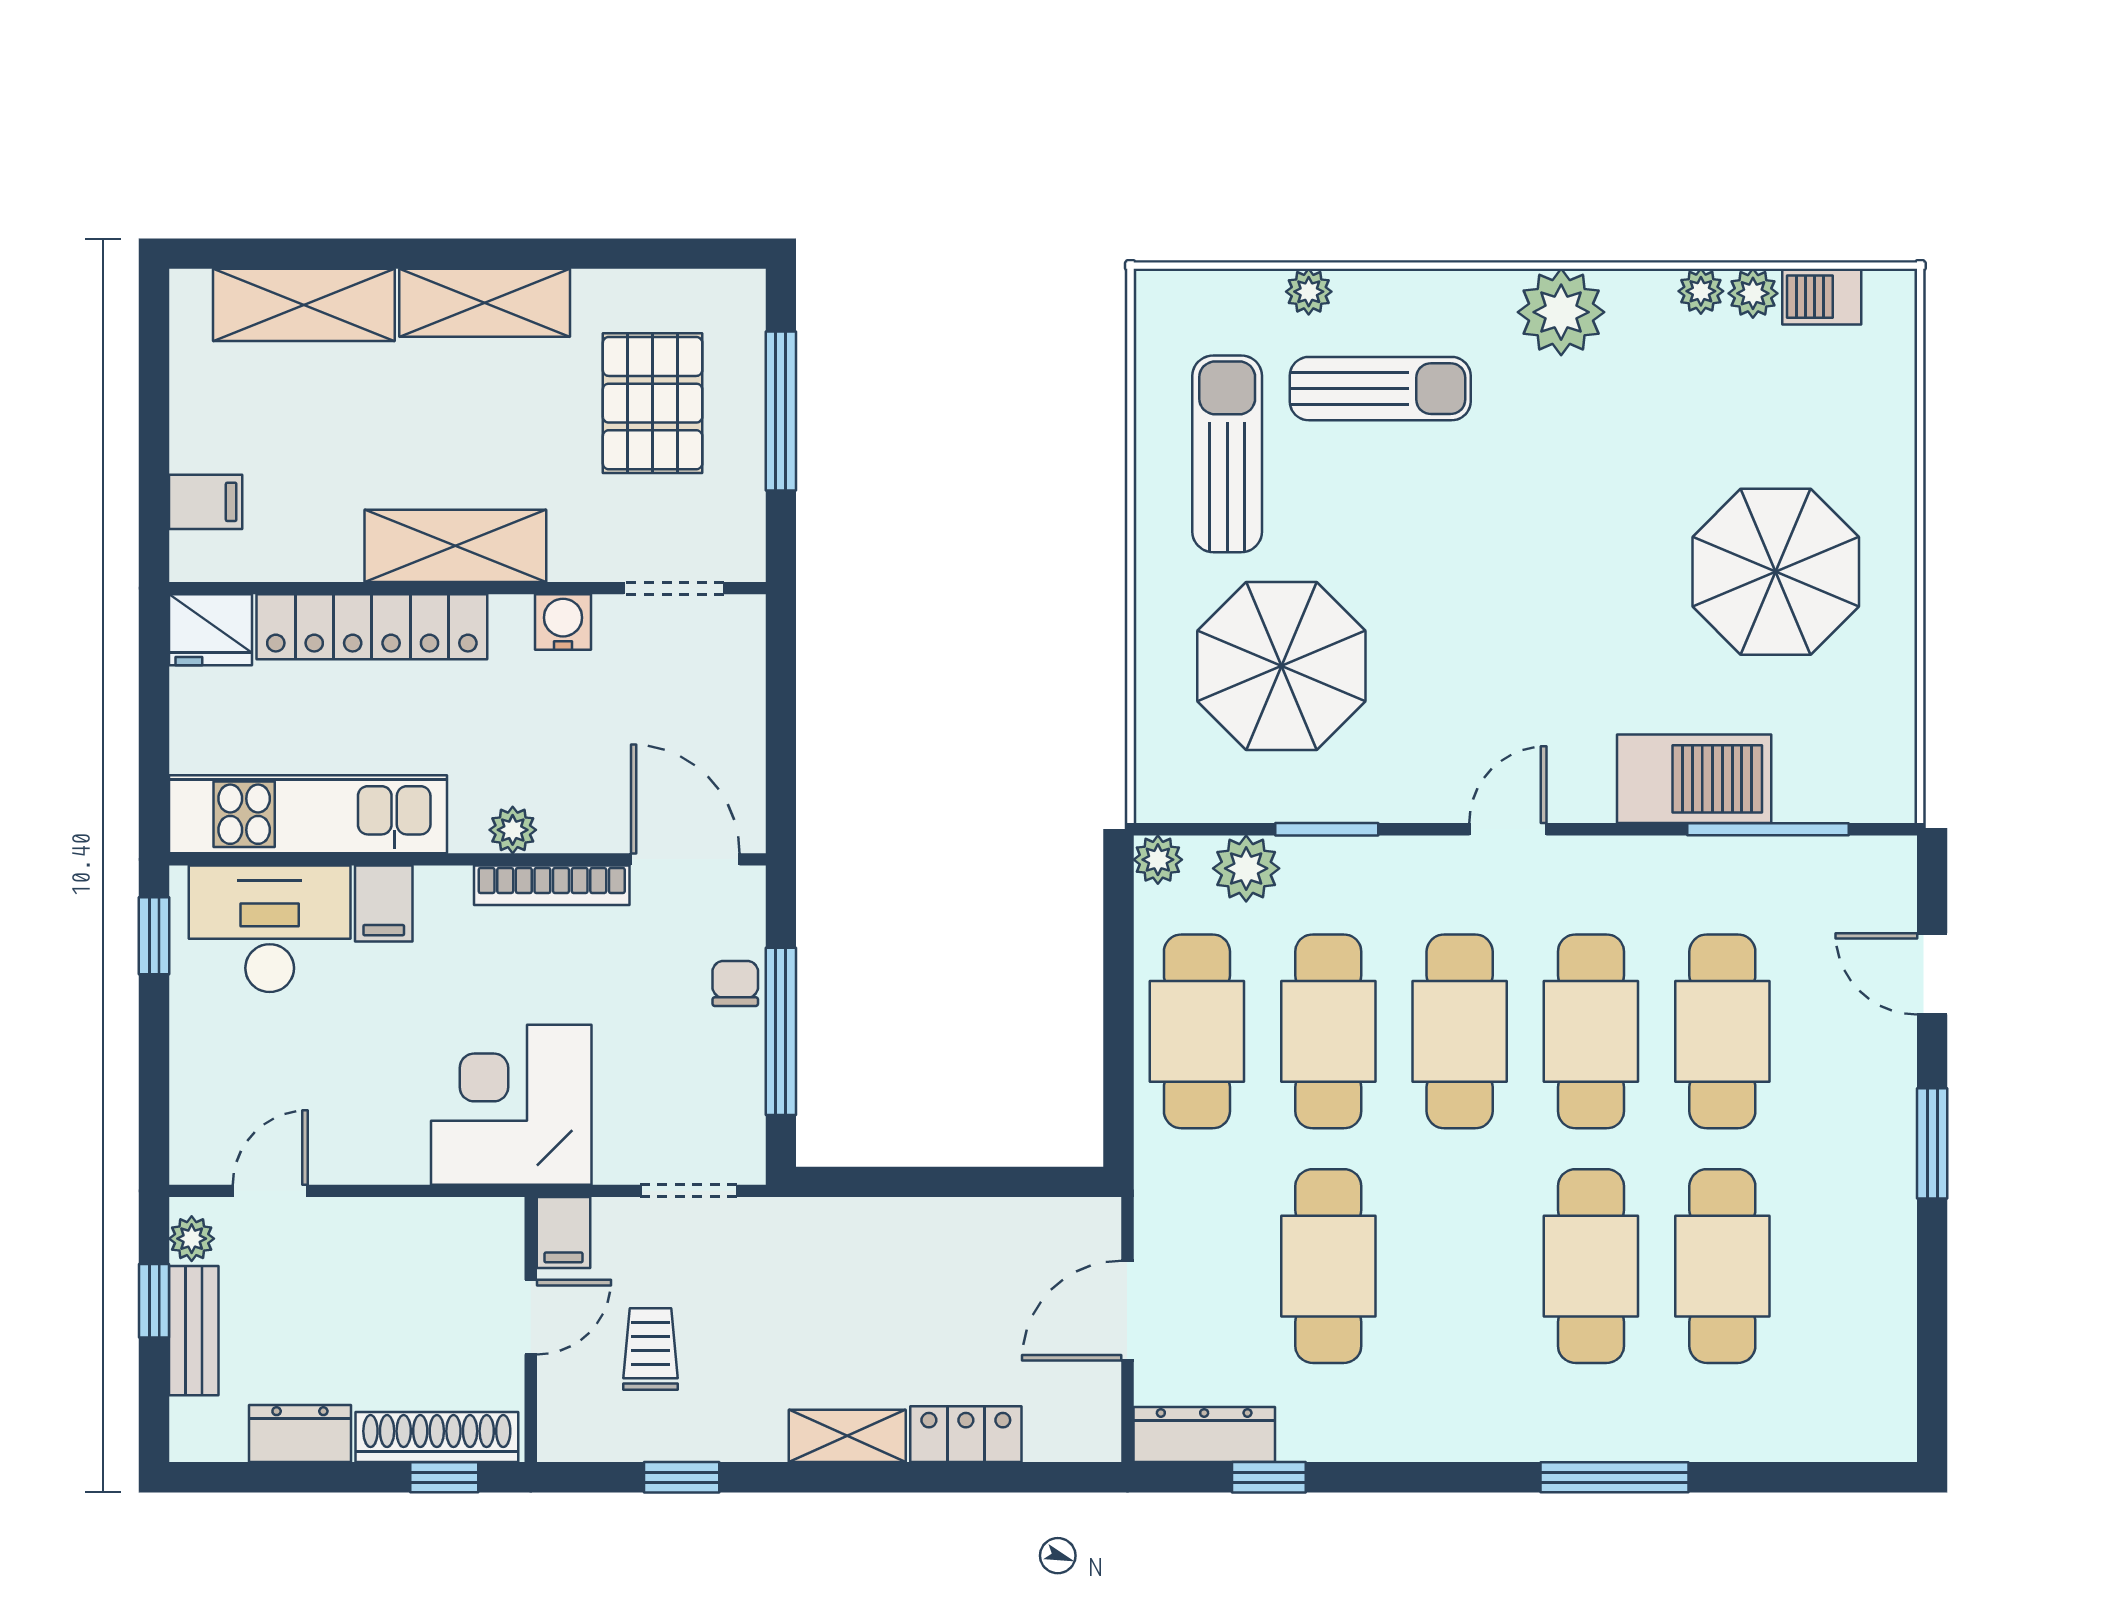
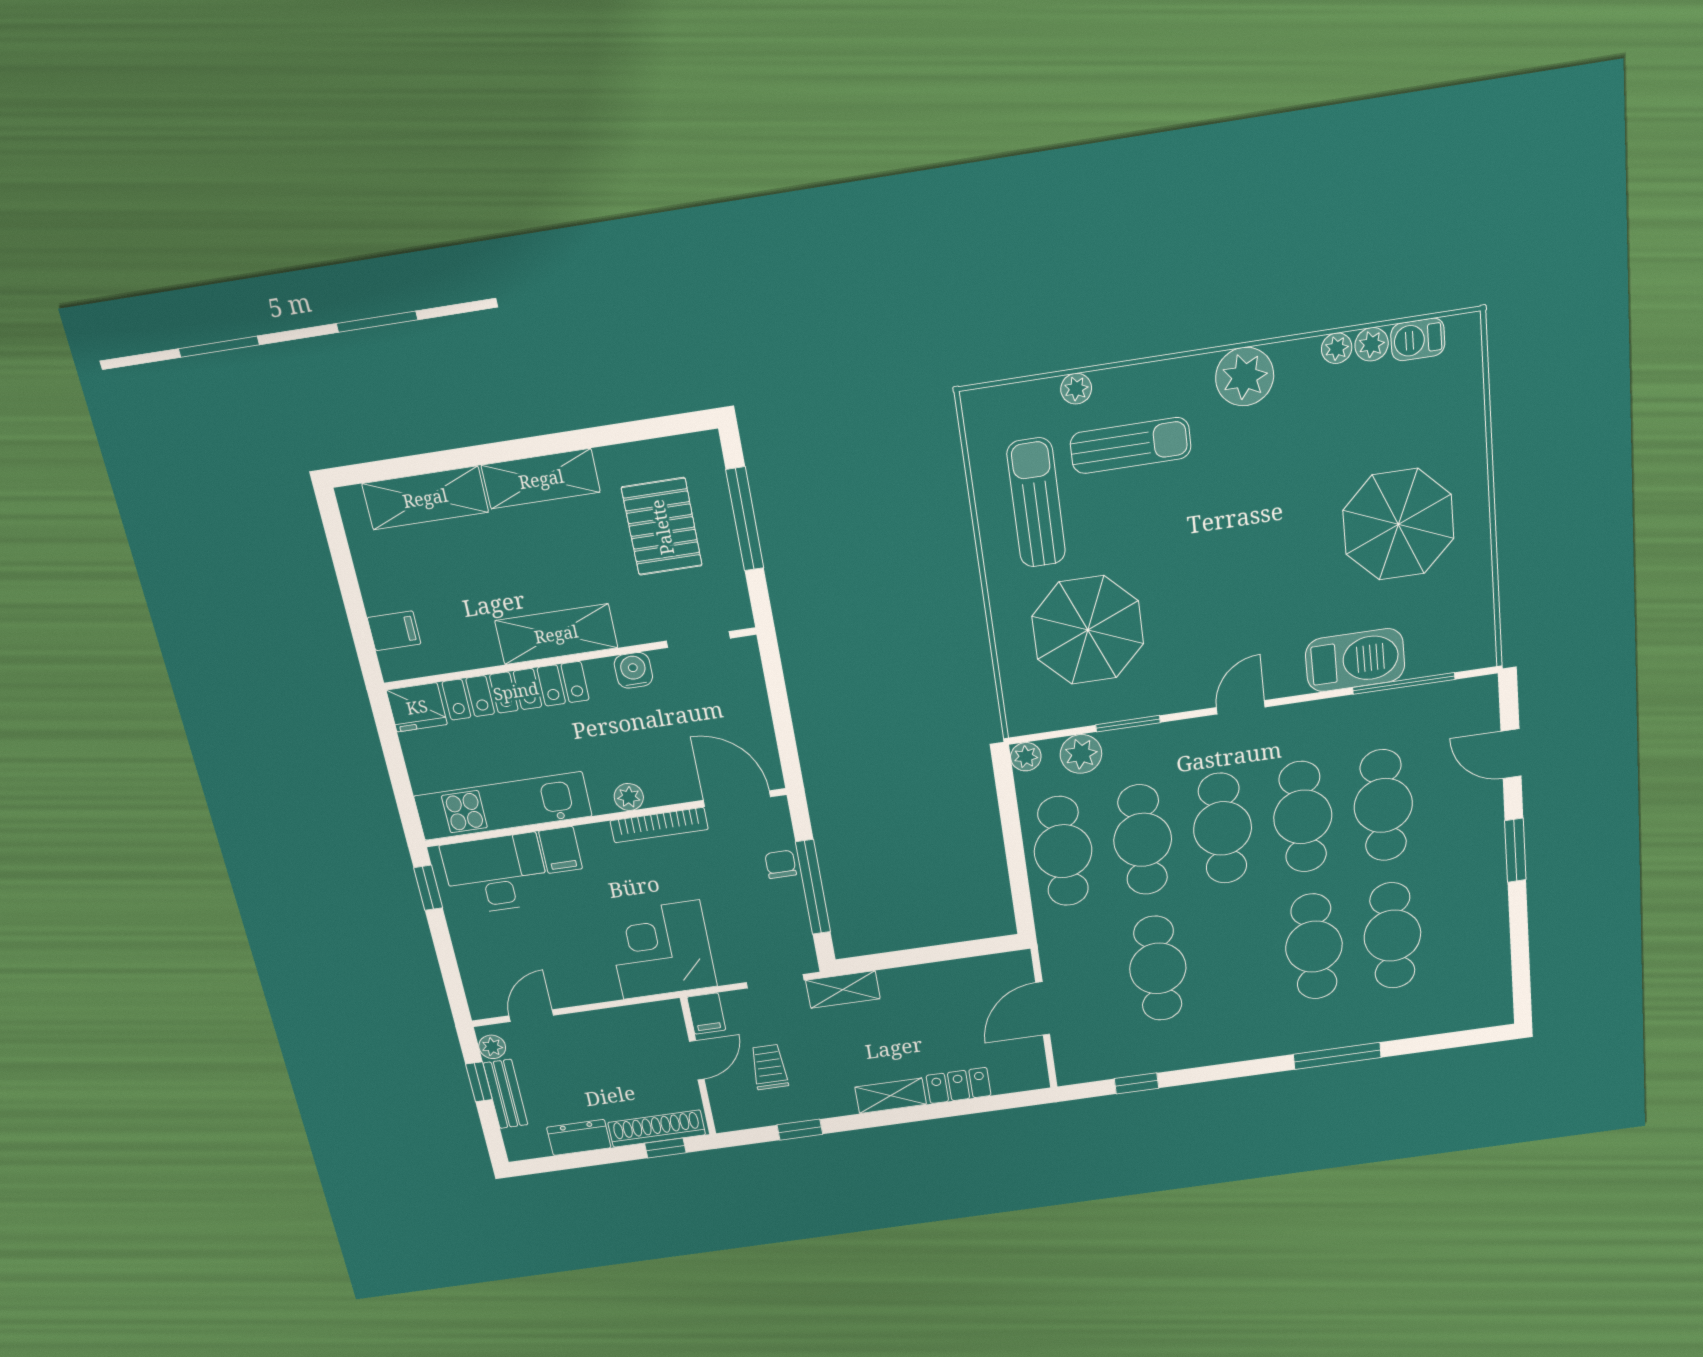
shelving: (799, 1224) -> (843, 990), added
dresser: (1204, 1435) -> (1096, 1067), removed

